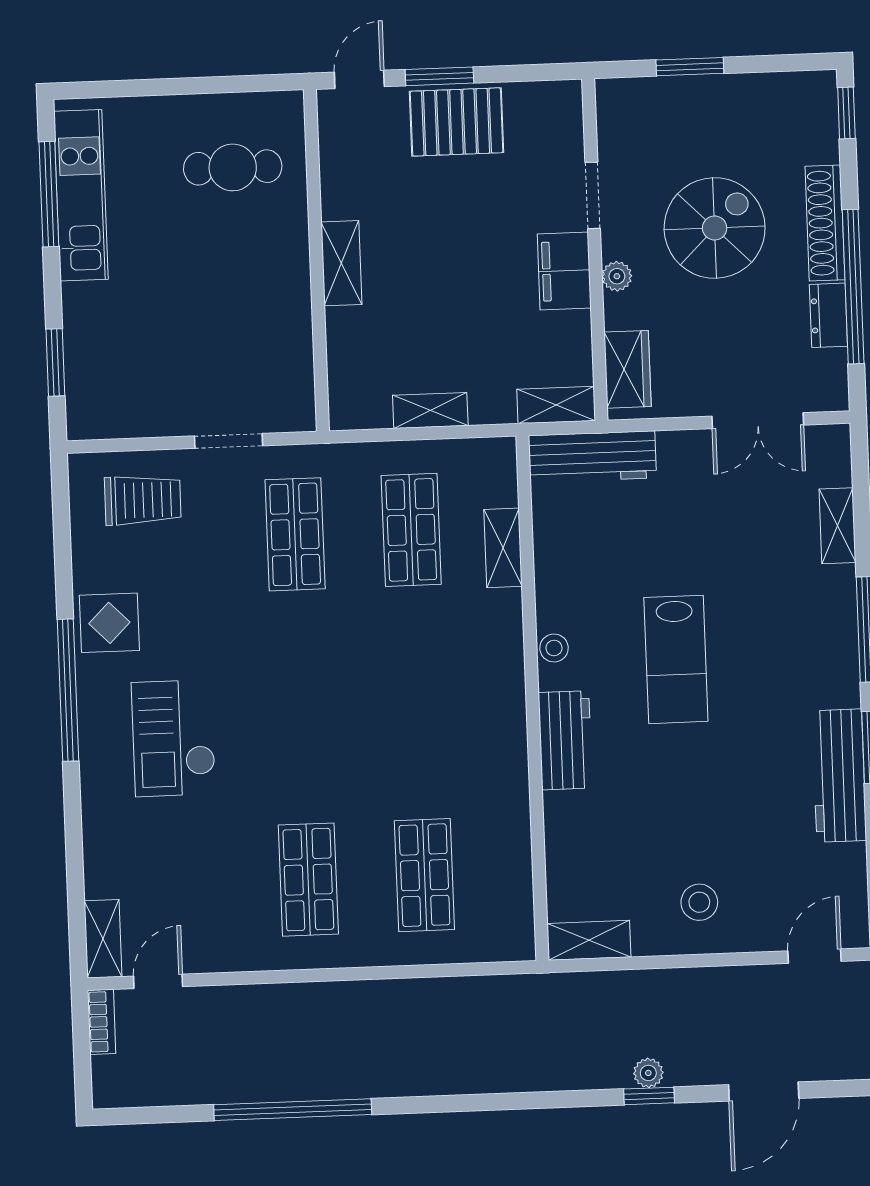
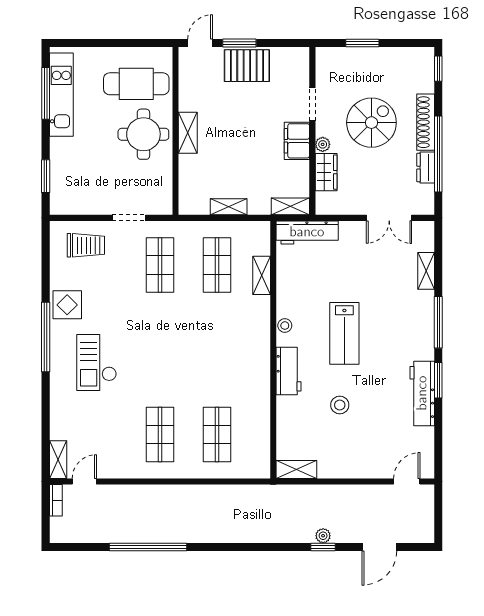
cafe table: (233, 167) -> (136, 84), width x1.37, depth x1.35
round table: (251, 270) -> (143, 134), added
wardrobe: (628, 369) -> (326, 172), moved
stool: (699, 902) -> (340, 405), moved

